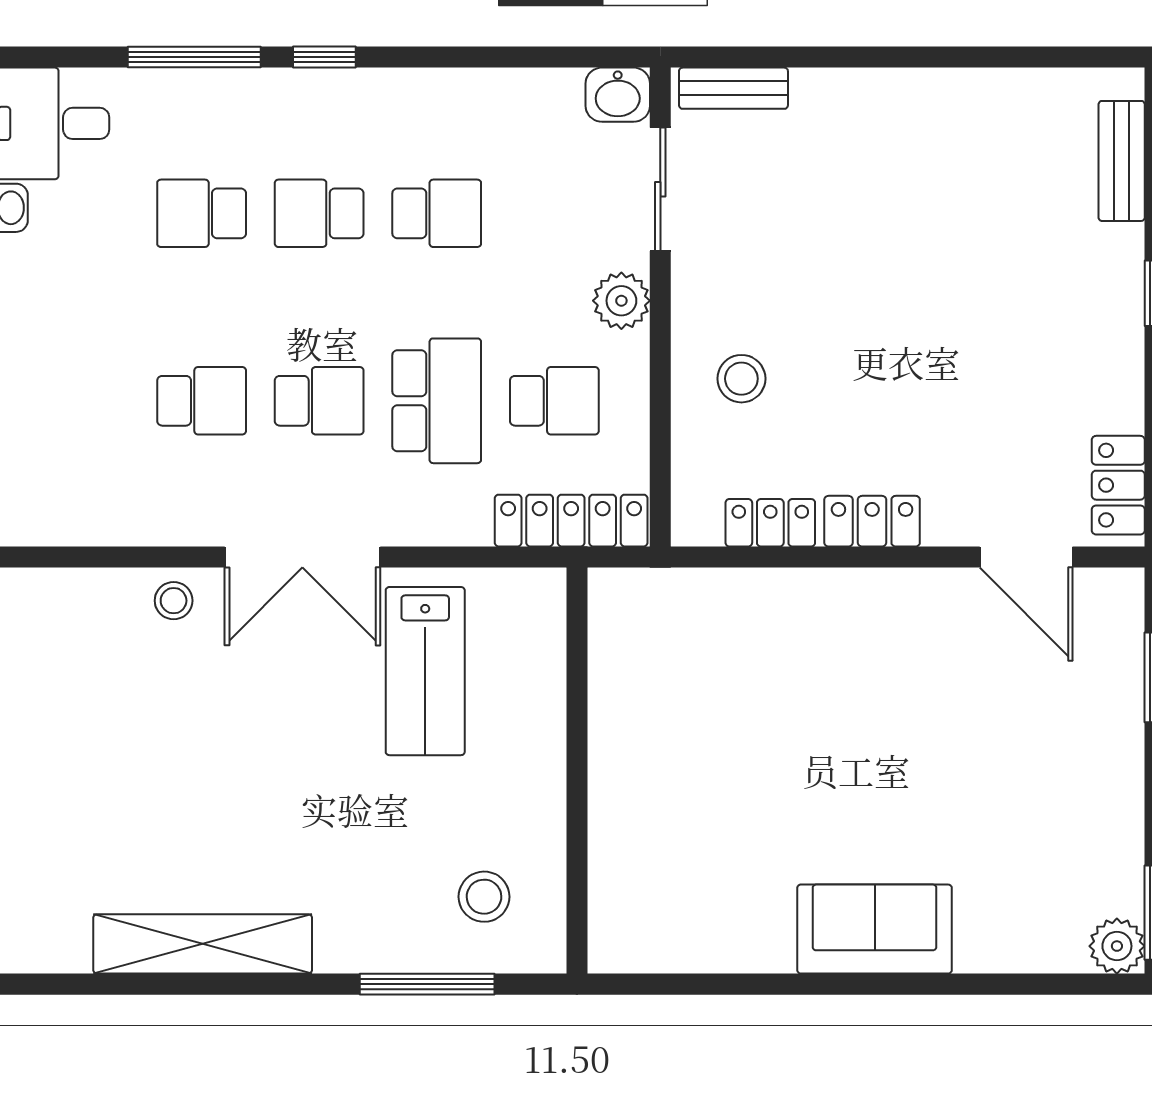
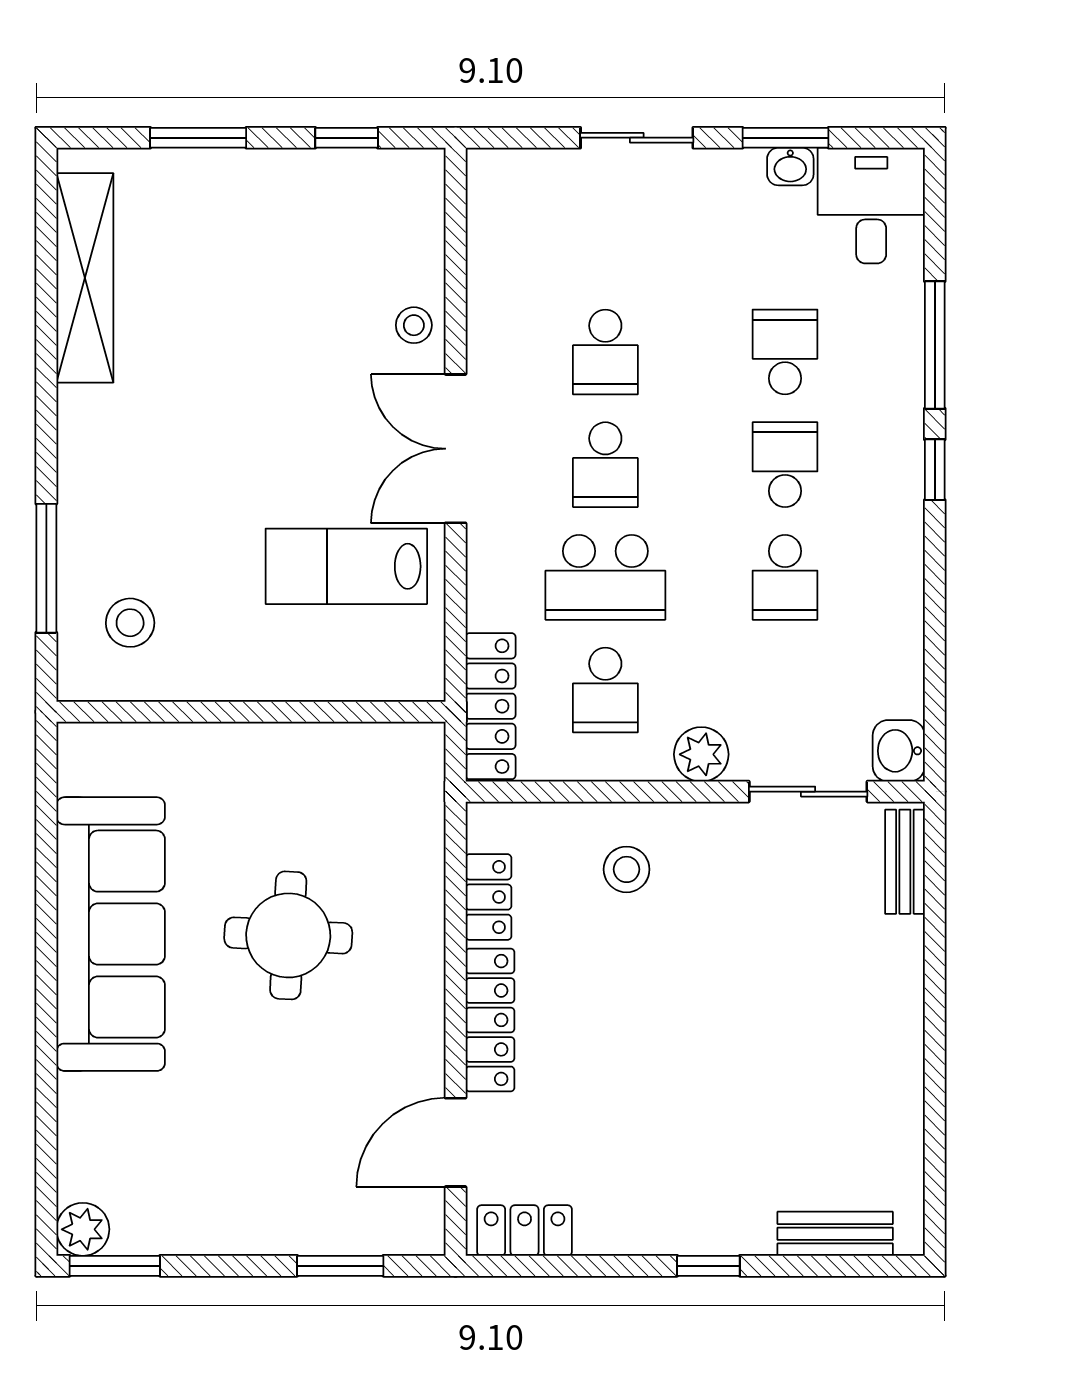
locker: (872, 521) -> (490, 1020), width x1.53
round table: (810, 732) -> (288, 935), added
sofa: (875, 929) -> (111, 934), width x1.85, depth x1.27
shelving: (203, 944) -> (85, 278), moved

